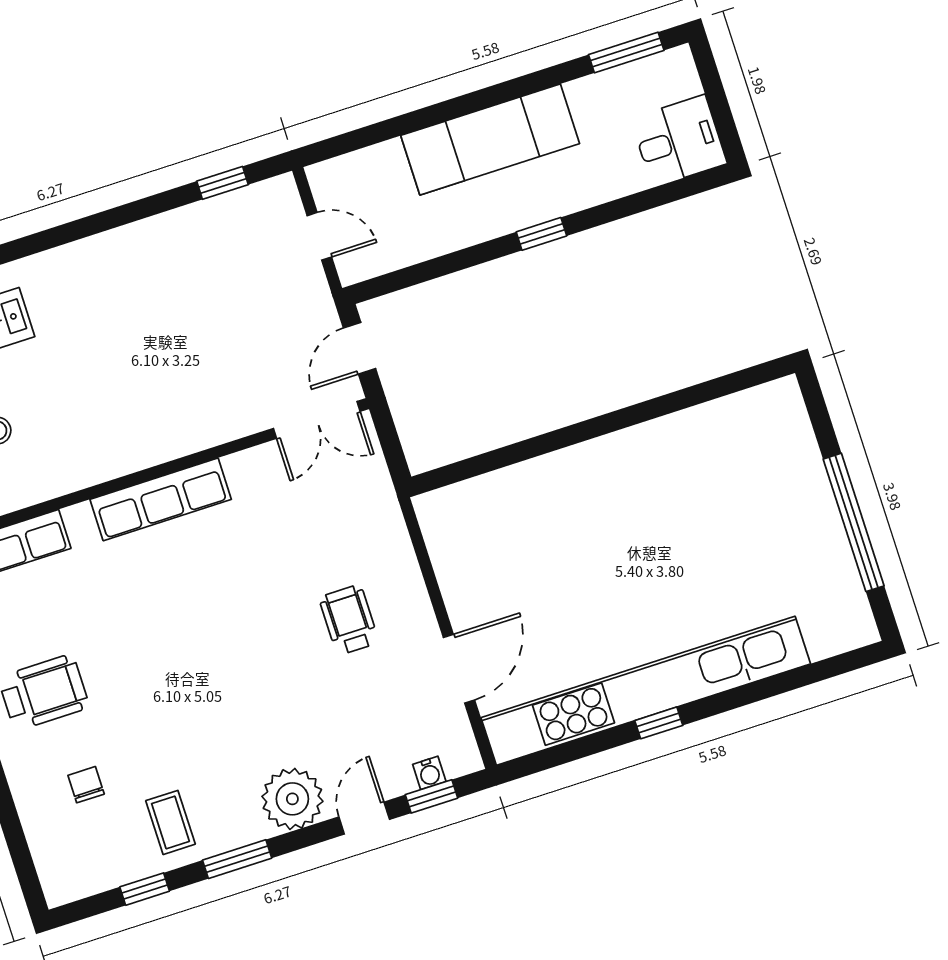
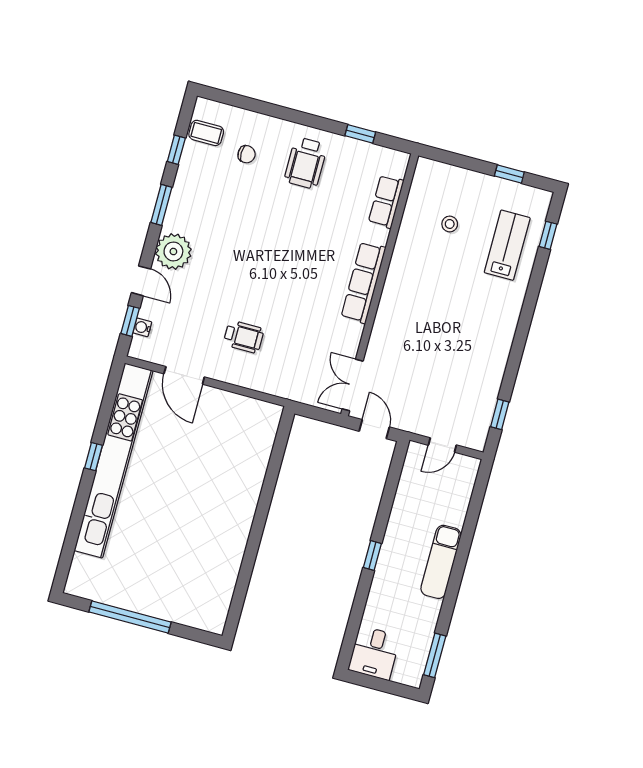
exam couch: (490, 140) -> (441, 562), width x0.73, depth x0.69
coffee table: (170, 822) -> (206, 133), moved

